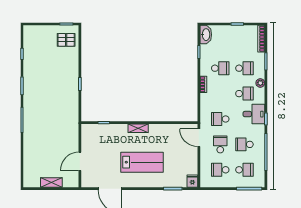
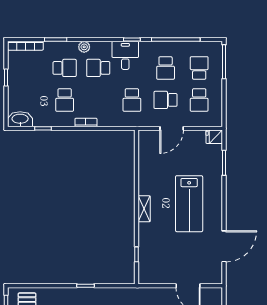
school desk: (220, 68) -> (65, 100), turned 180
school desk: (244, 68) -> (65, 68), turned 90
school desk: (244, 94) -> (98, 68), turned -90
door: (199, 138) -> (172, 128), moved
lab bench: (142, 162) -> (189, 204), turned 180

